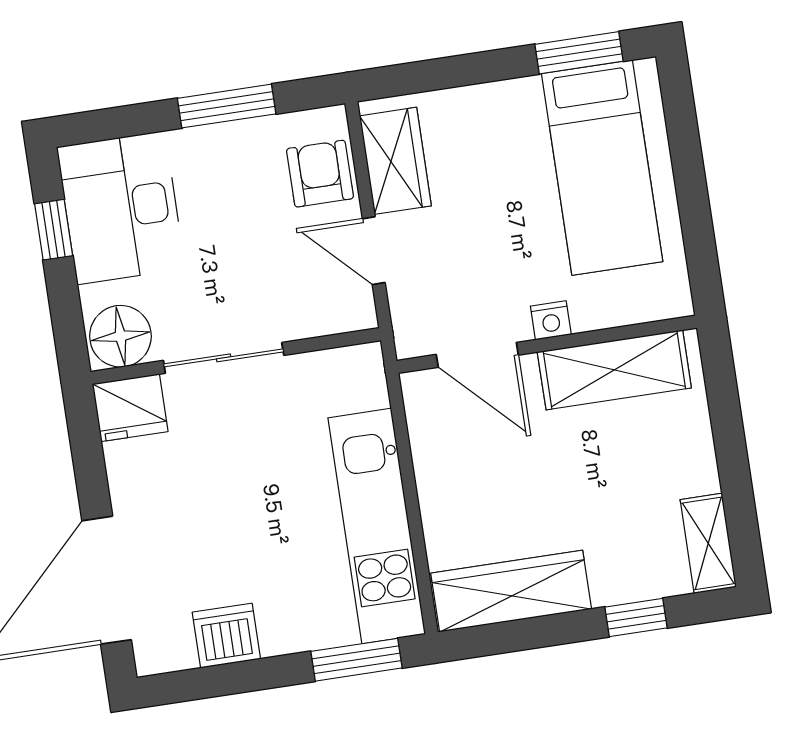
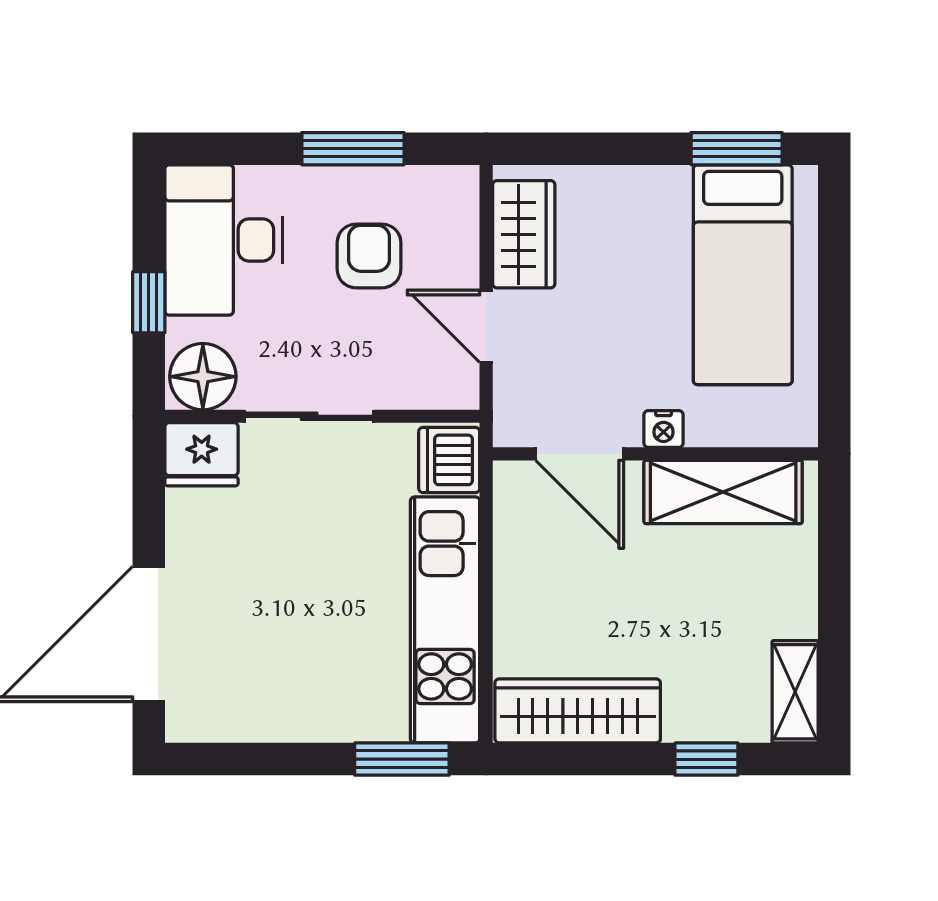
armchair: (320, 174) -> (369, 256), moved
window: (54, 230) -> (149, 302), moved
dishwasher: (226, 636) -> (449, 460), moved, turned -90

